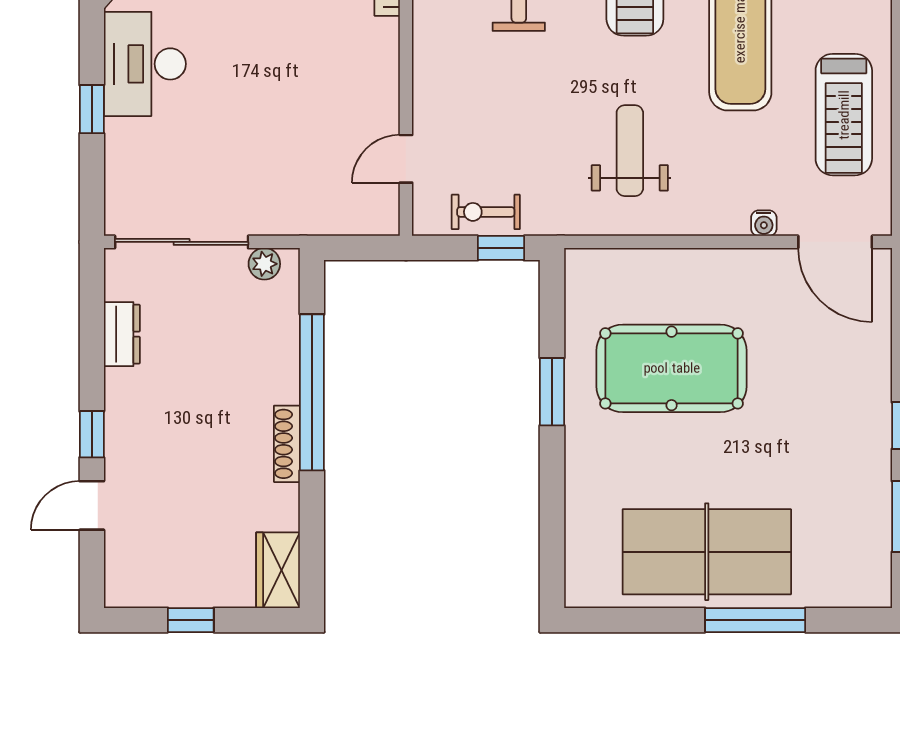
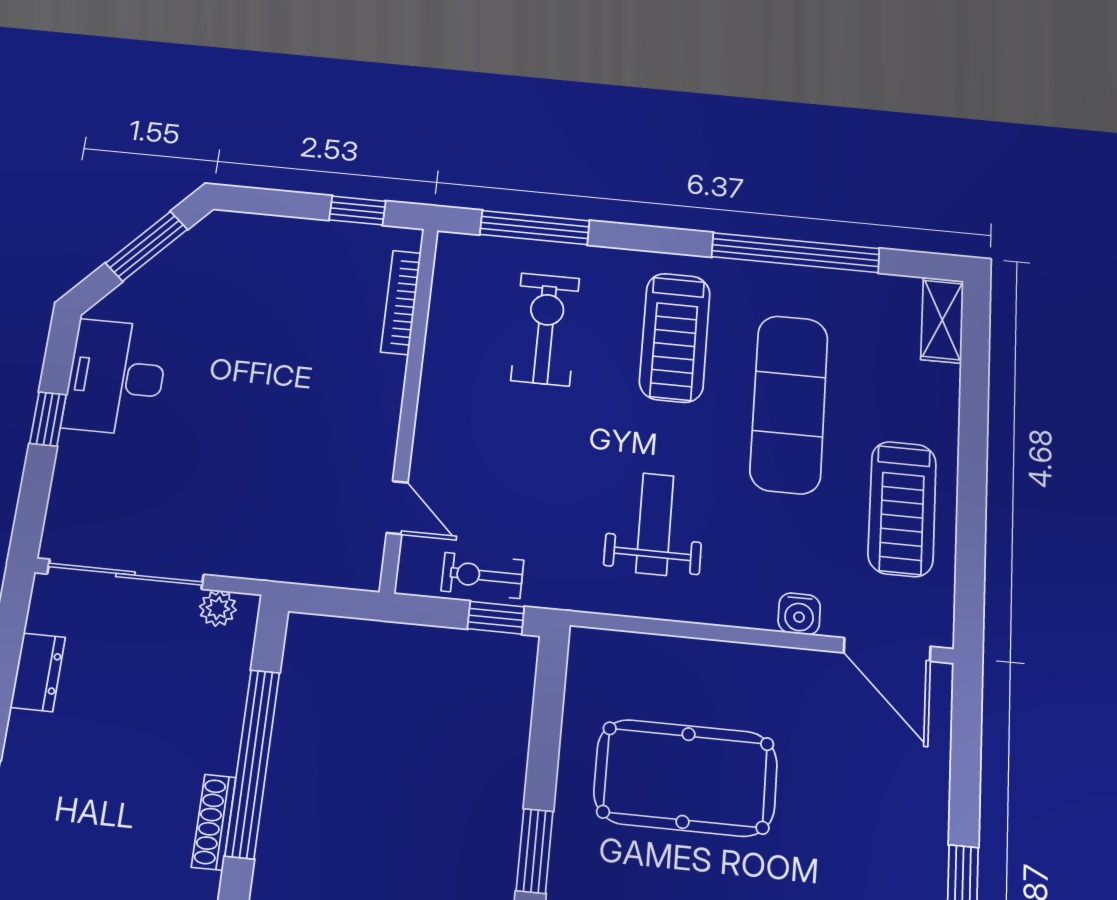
door: (406, 159) -> (397, 508), swing flipped
water cooler: (764, 223) -> (799, 614), width x1.38, depth x1.38
window: (552, 392) -> (535, 851), moved

